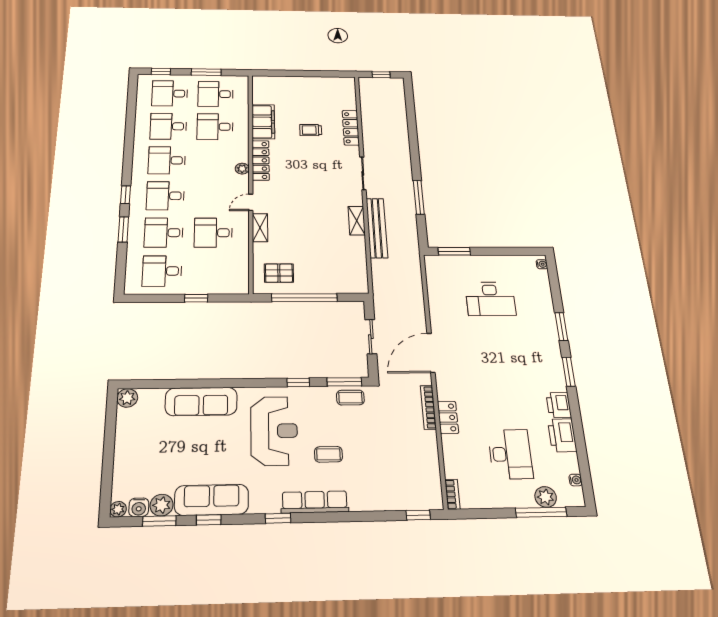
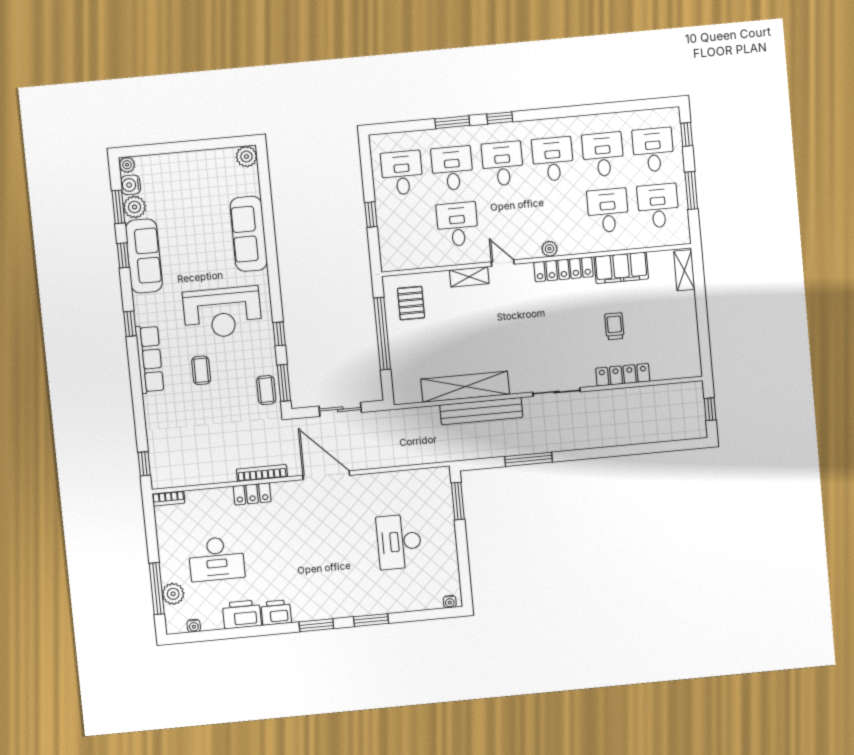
shelving: (269, 82) -> (684, 270), added
shelving: (357, 221) -> (465, 387), width x2.20, depth x1.33

